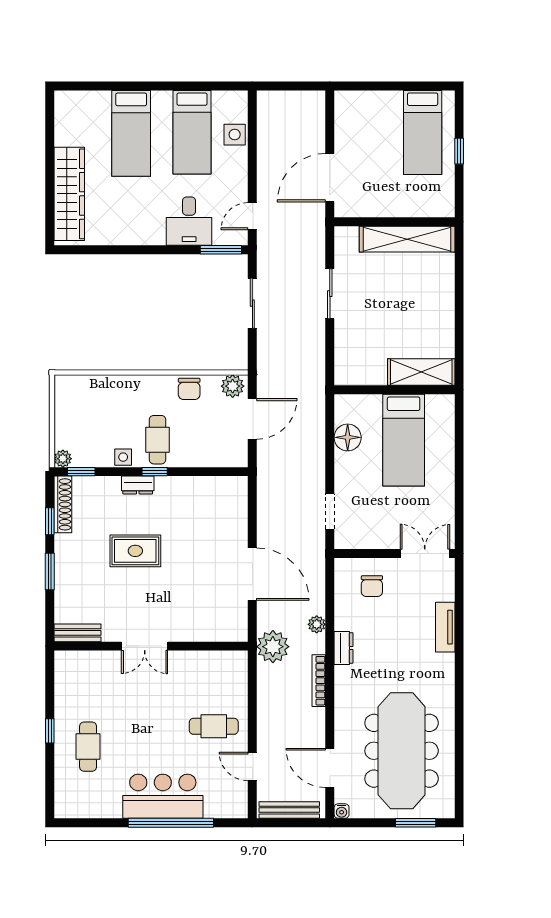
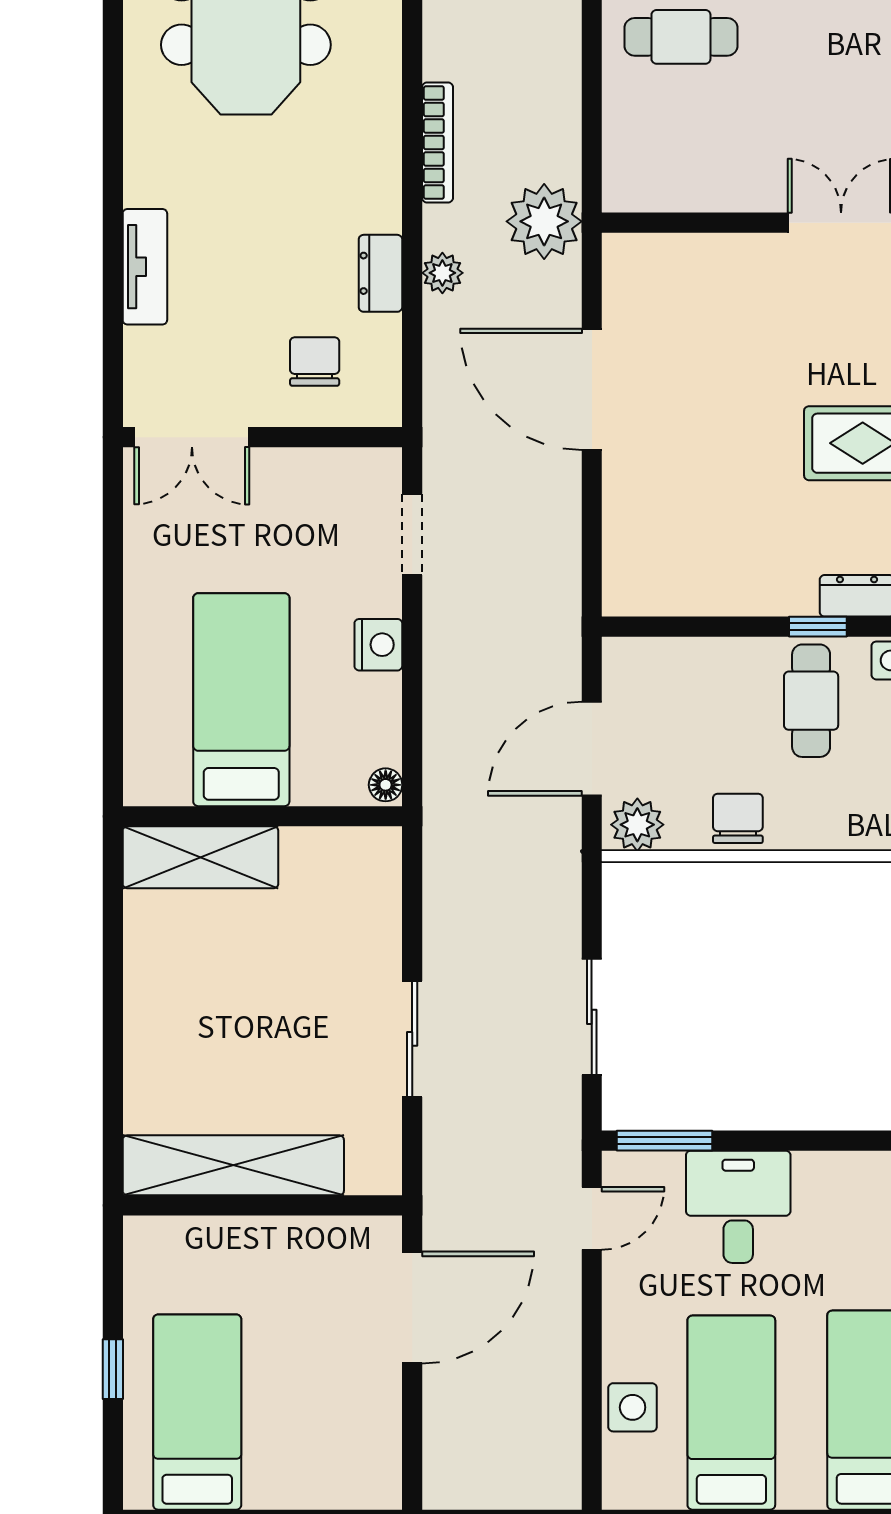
floor lamp: (348, 437) -> (386, 785), moved, width x0.53, depth x0.53
nightstand: (344, 464) -> (378, 645), added
dresser: (343, 648) -> (380, 273), moved

